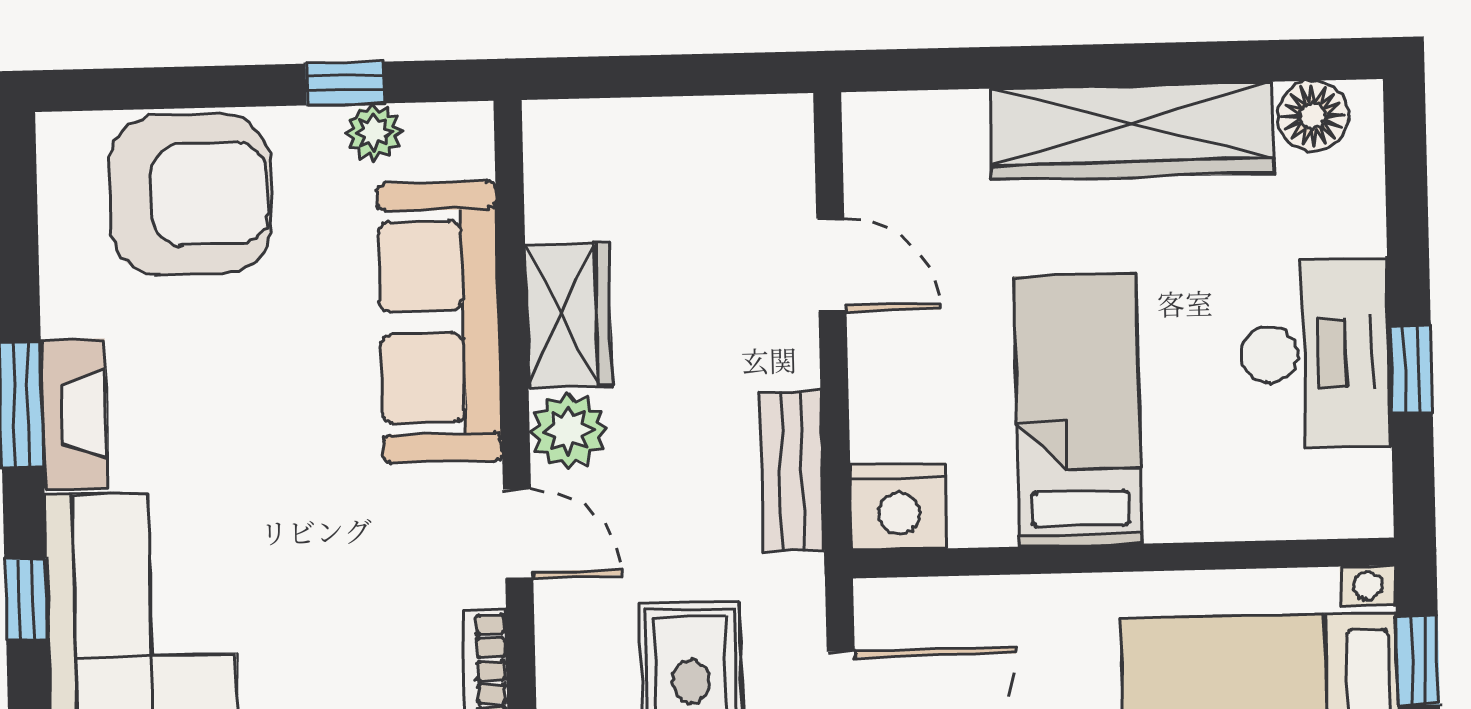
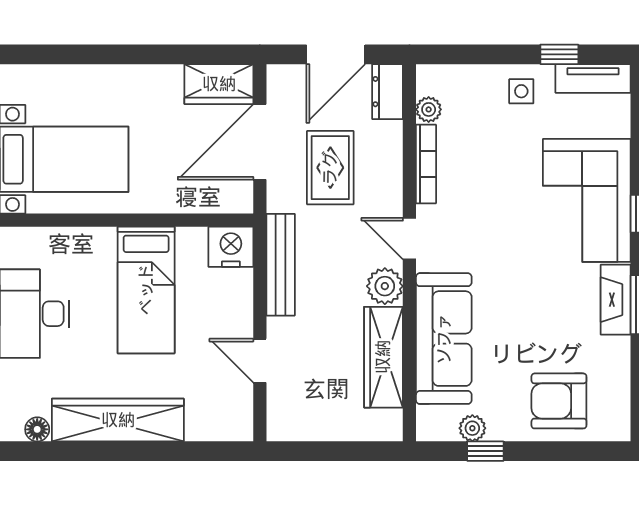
floor lamp: (1313, 116) -> (37, 429), width x0.73, depth x0.73
armchair: (190, 195) -> (559, 401), width x0.73, depth x0.73
wardrobe: (568, 315) -> (383, 357), width x1.50
bench: (792, 471) -> (281, 265), width x1.36

